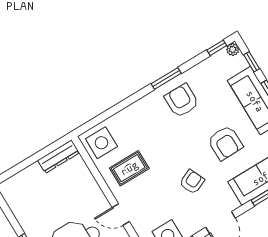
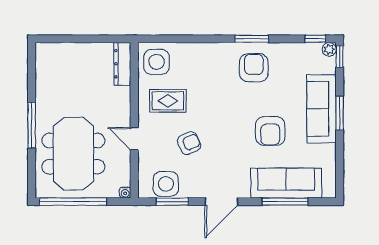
window: (252, 62) -> (340, 57), moved
dresser: (59, 157) -> (122, 64), moved, turned 90
armchair: (192, 182) -> (189, 143), moved

